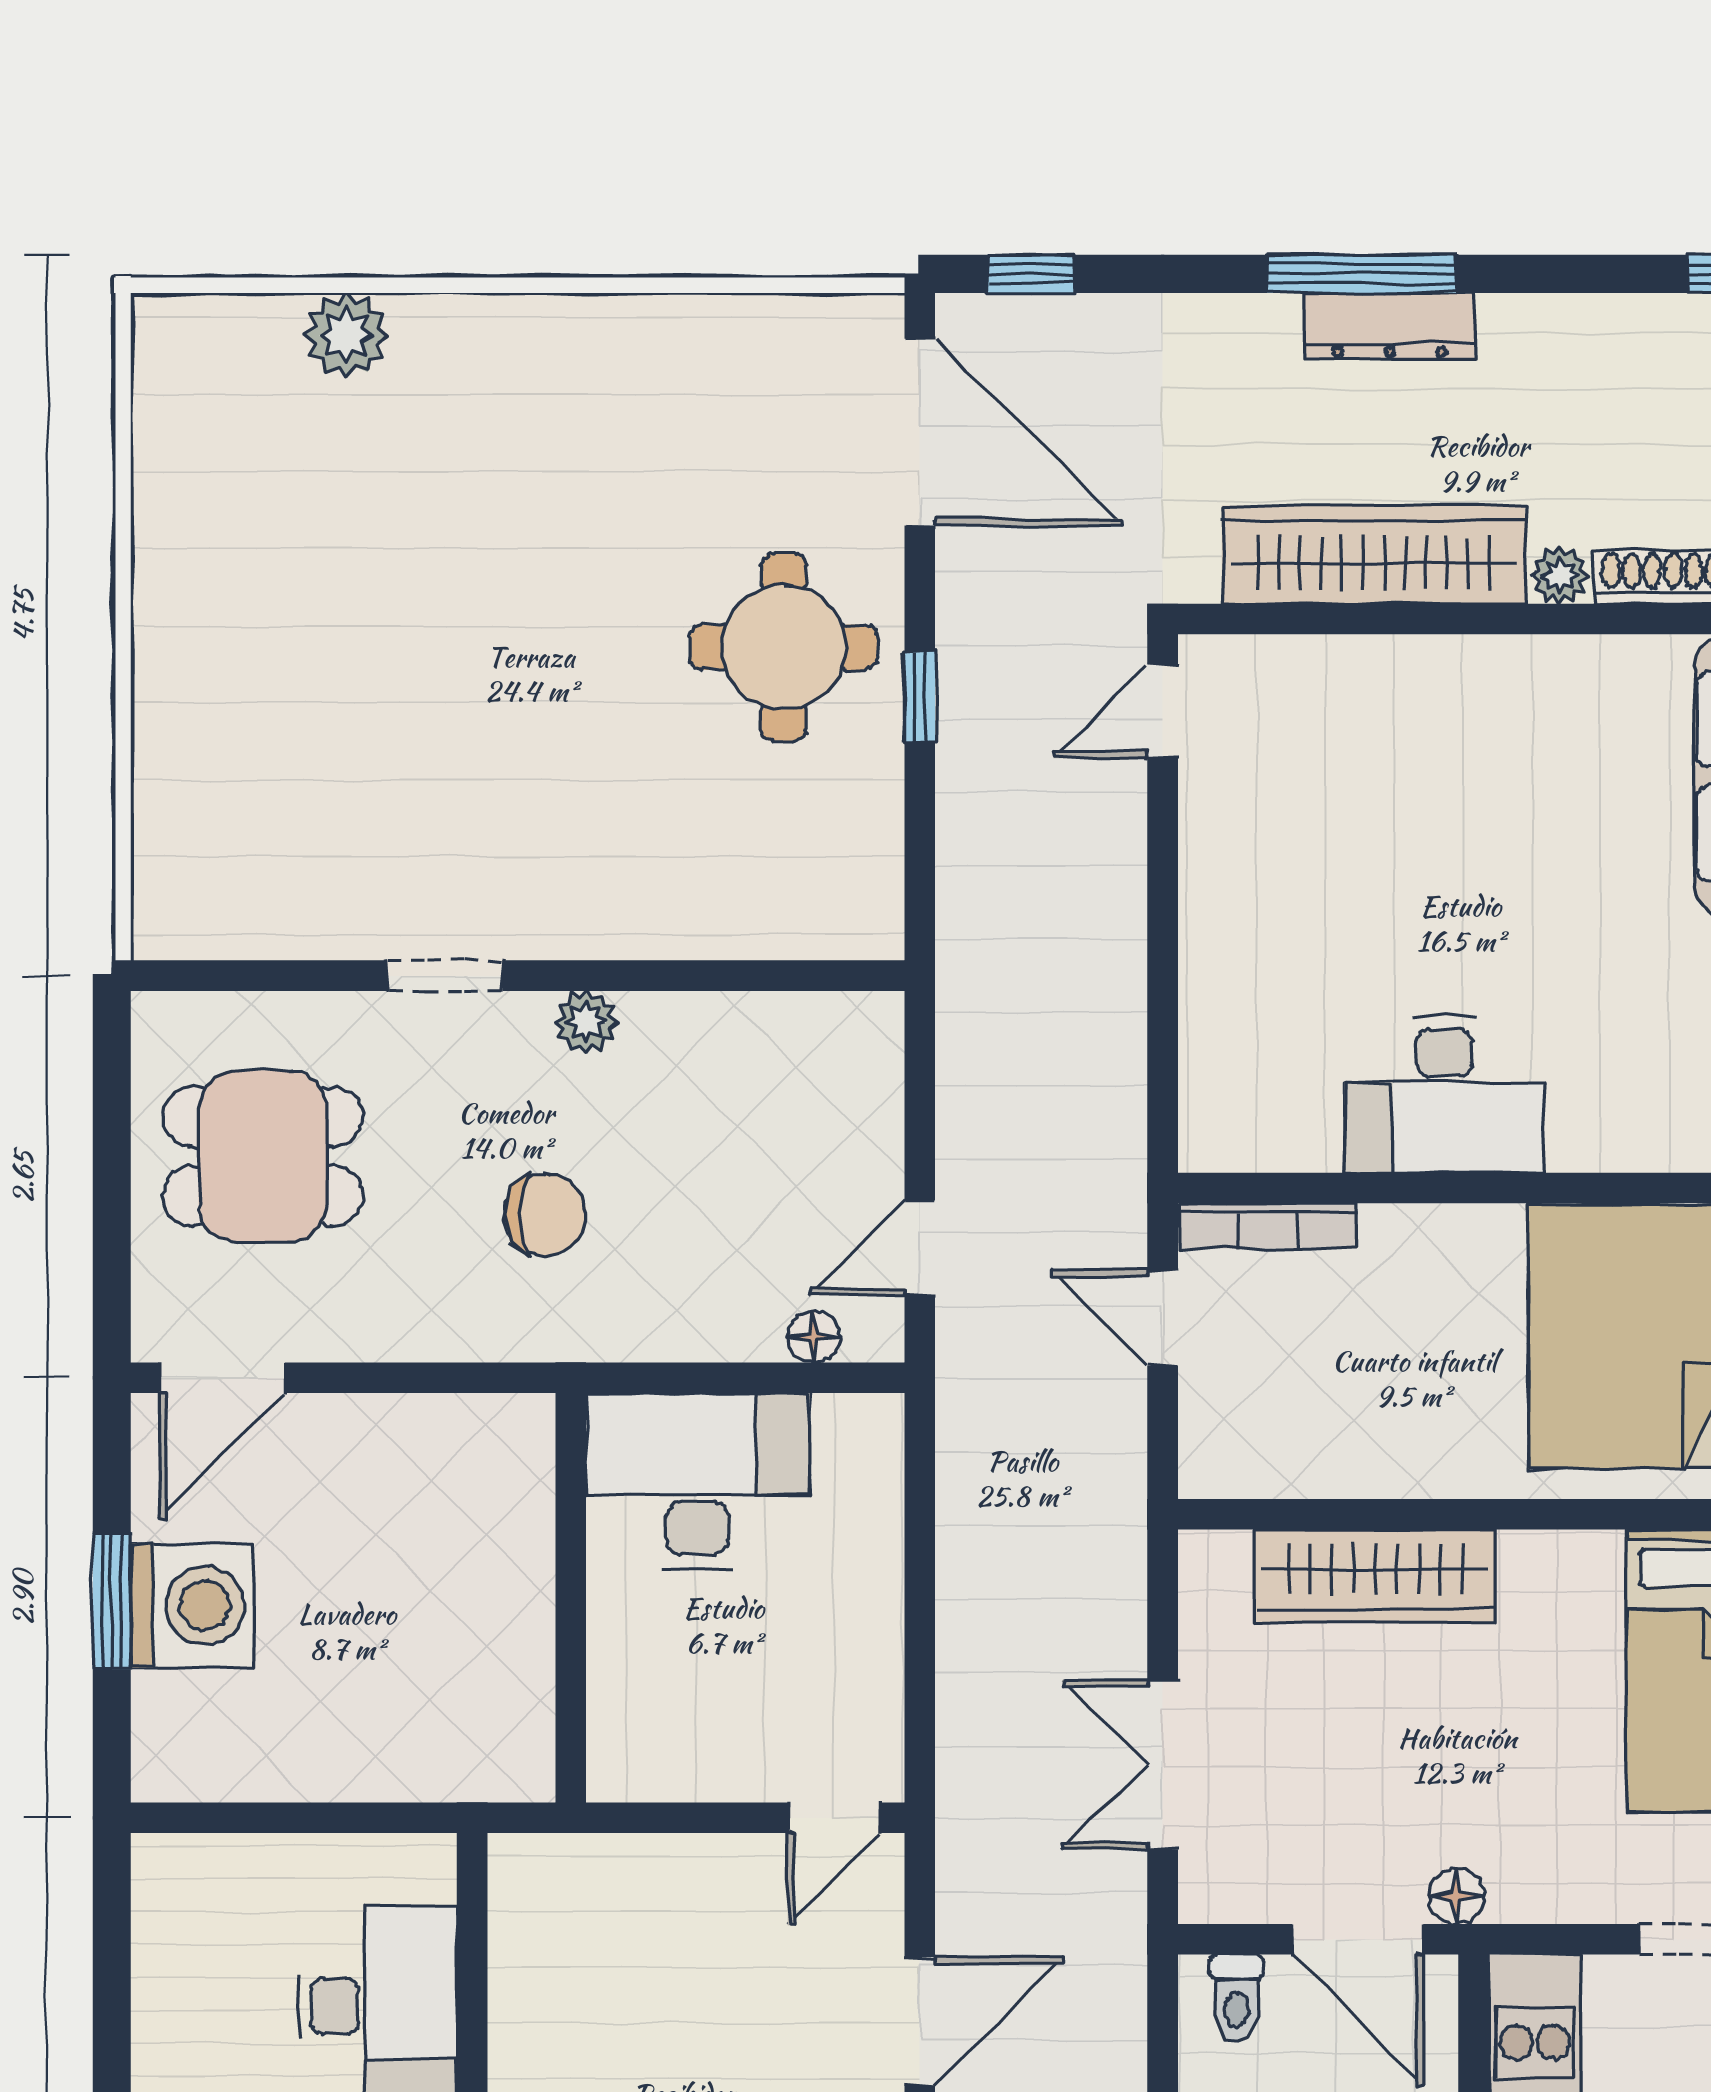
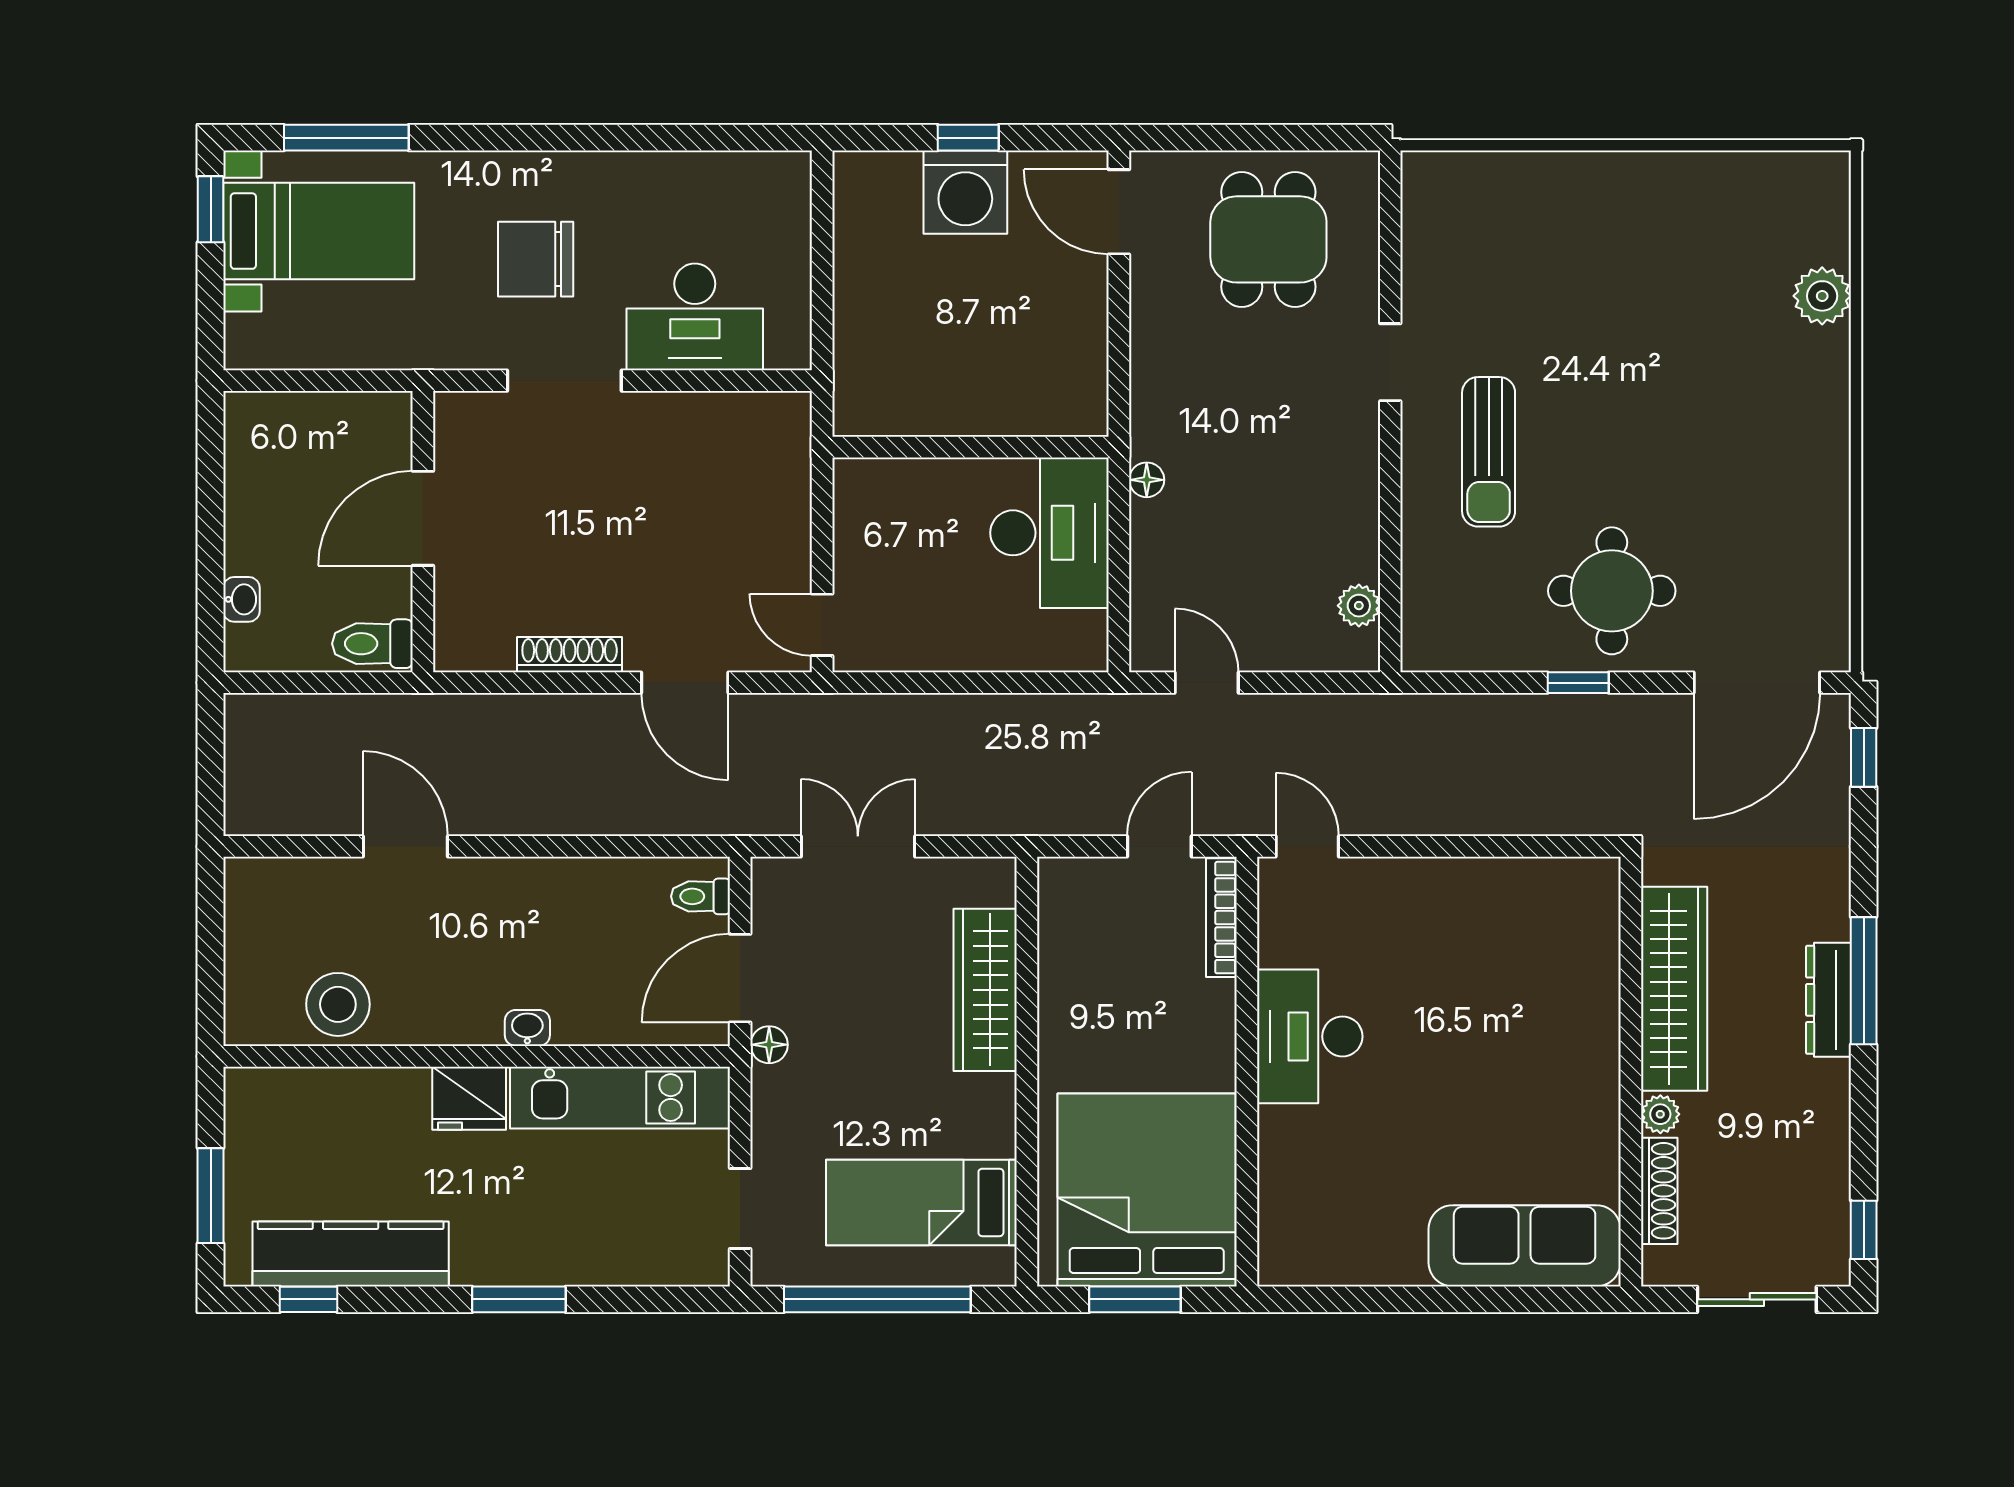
door: (1163, 711) -> (1307, 846), moved
sun lounger: (578, 830) -> (1489, 452), added
plant: (586, 1022) -> (1359, 606), moved
chair: (545, 1214) -> (1229, 430), removed
floor lamp: (814, 1337) -> (1147, 480), moved
window: (112, 1601) -> (968, 138), width x0.67

